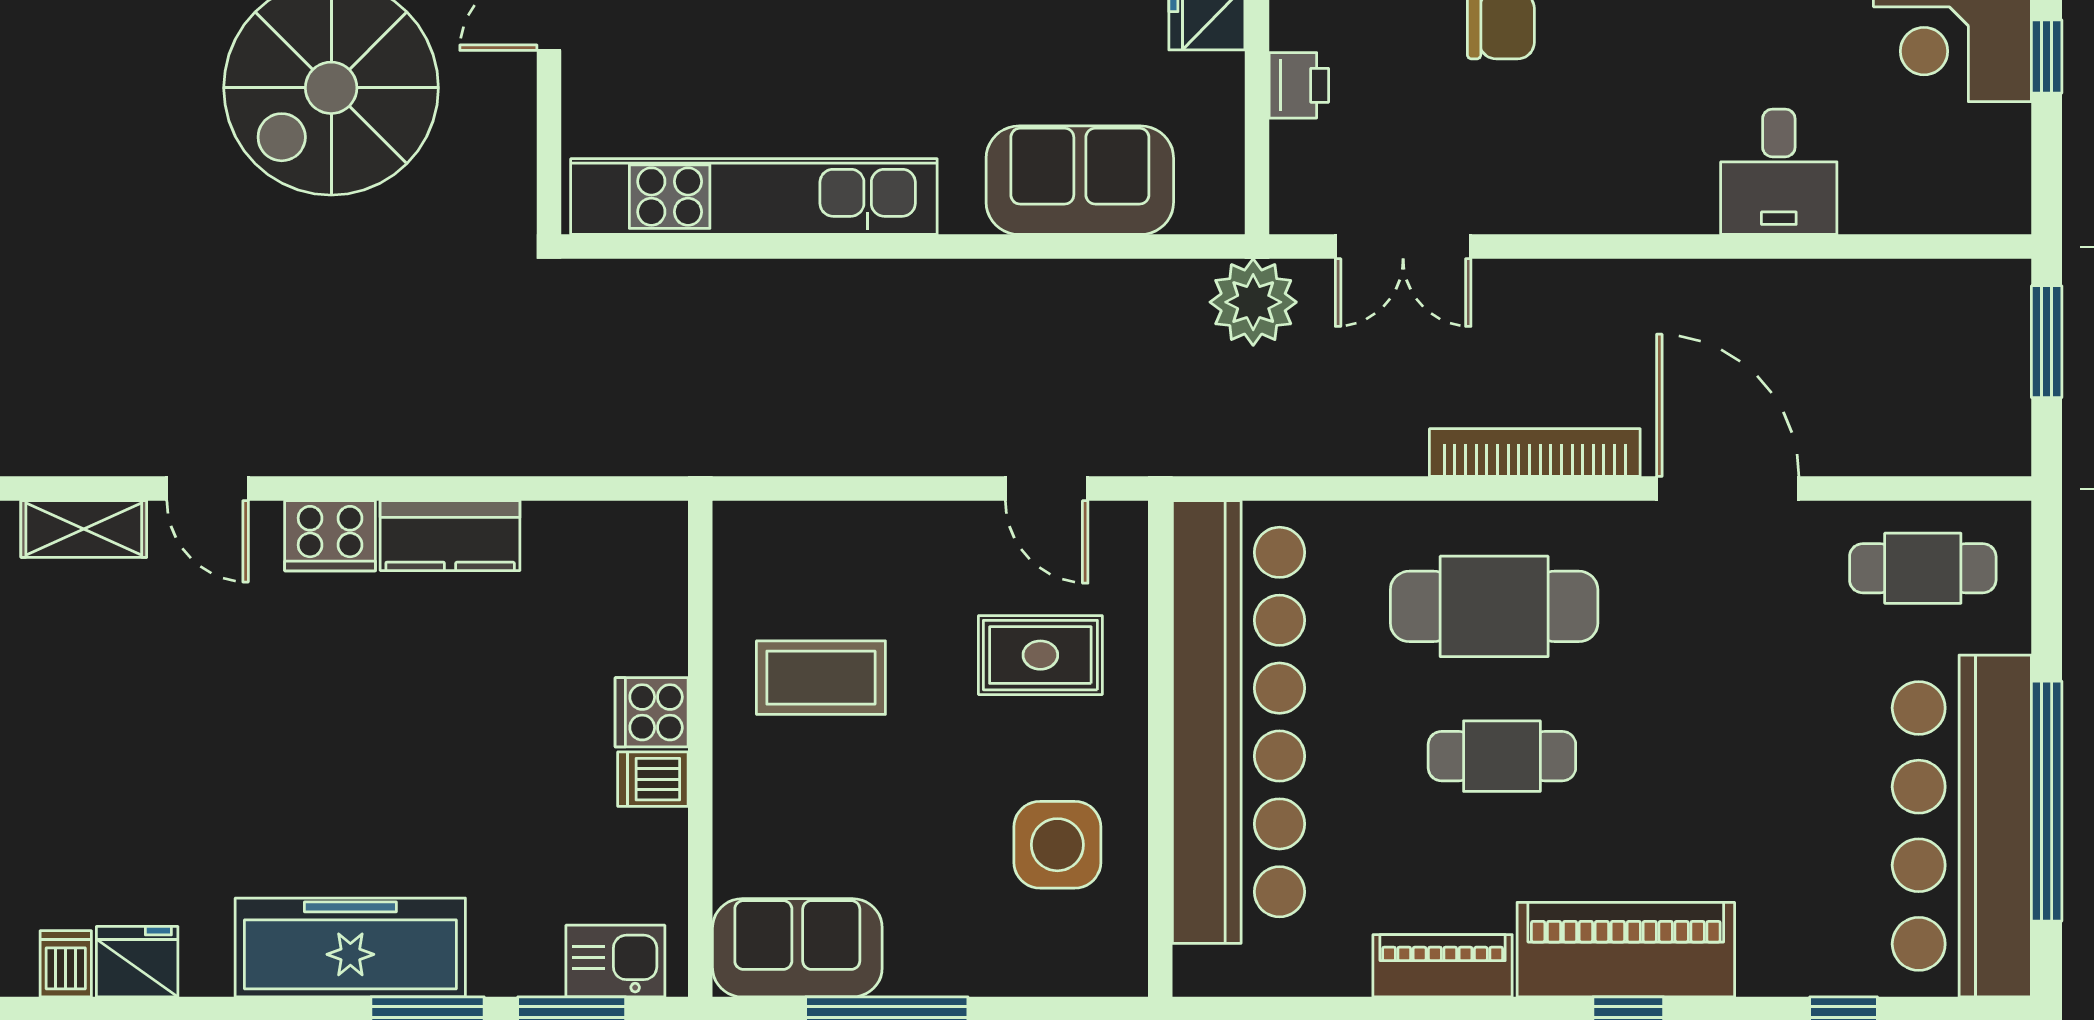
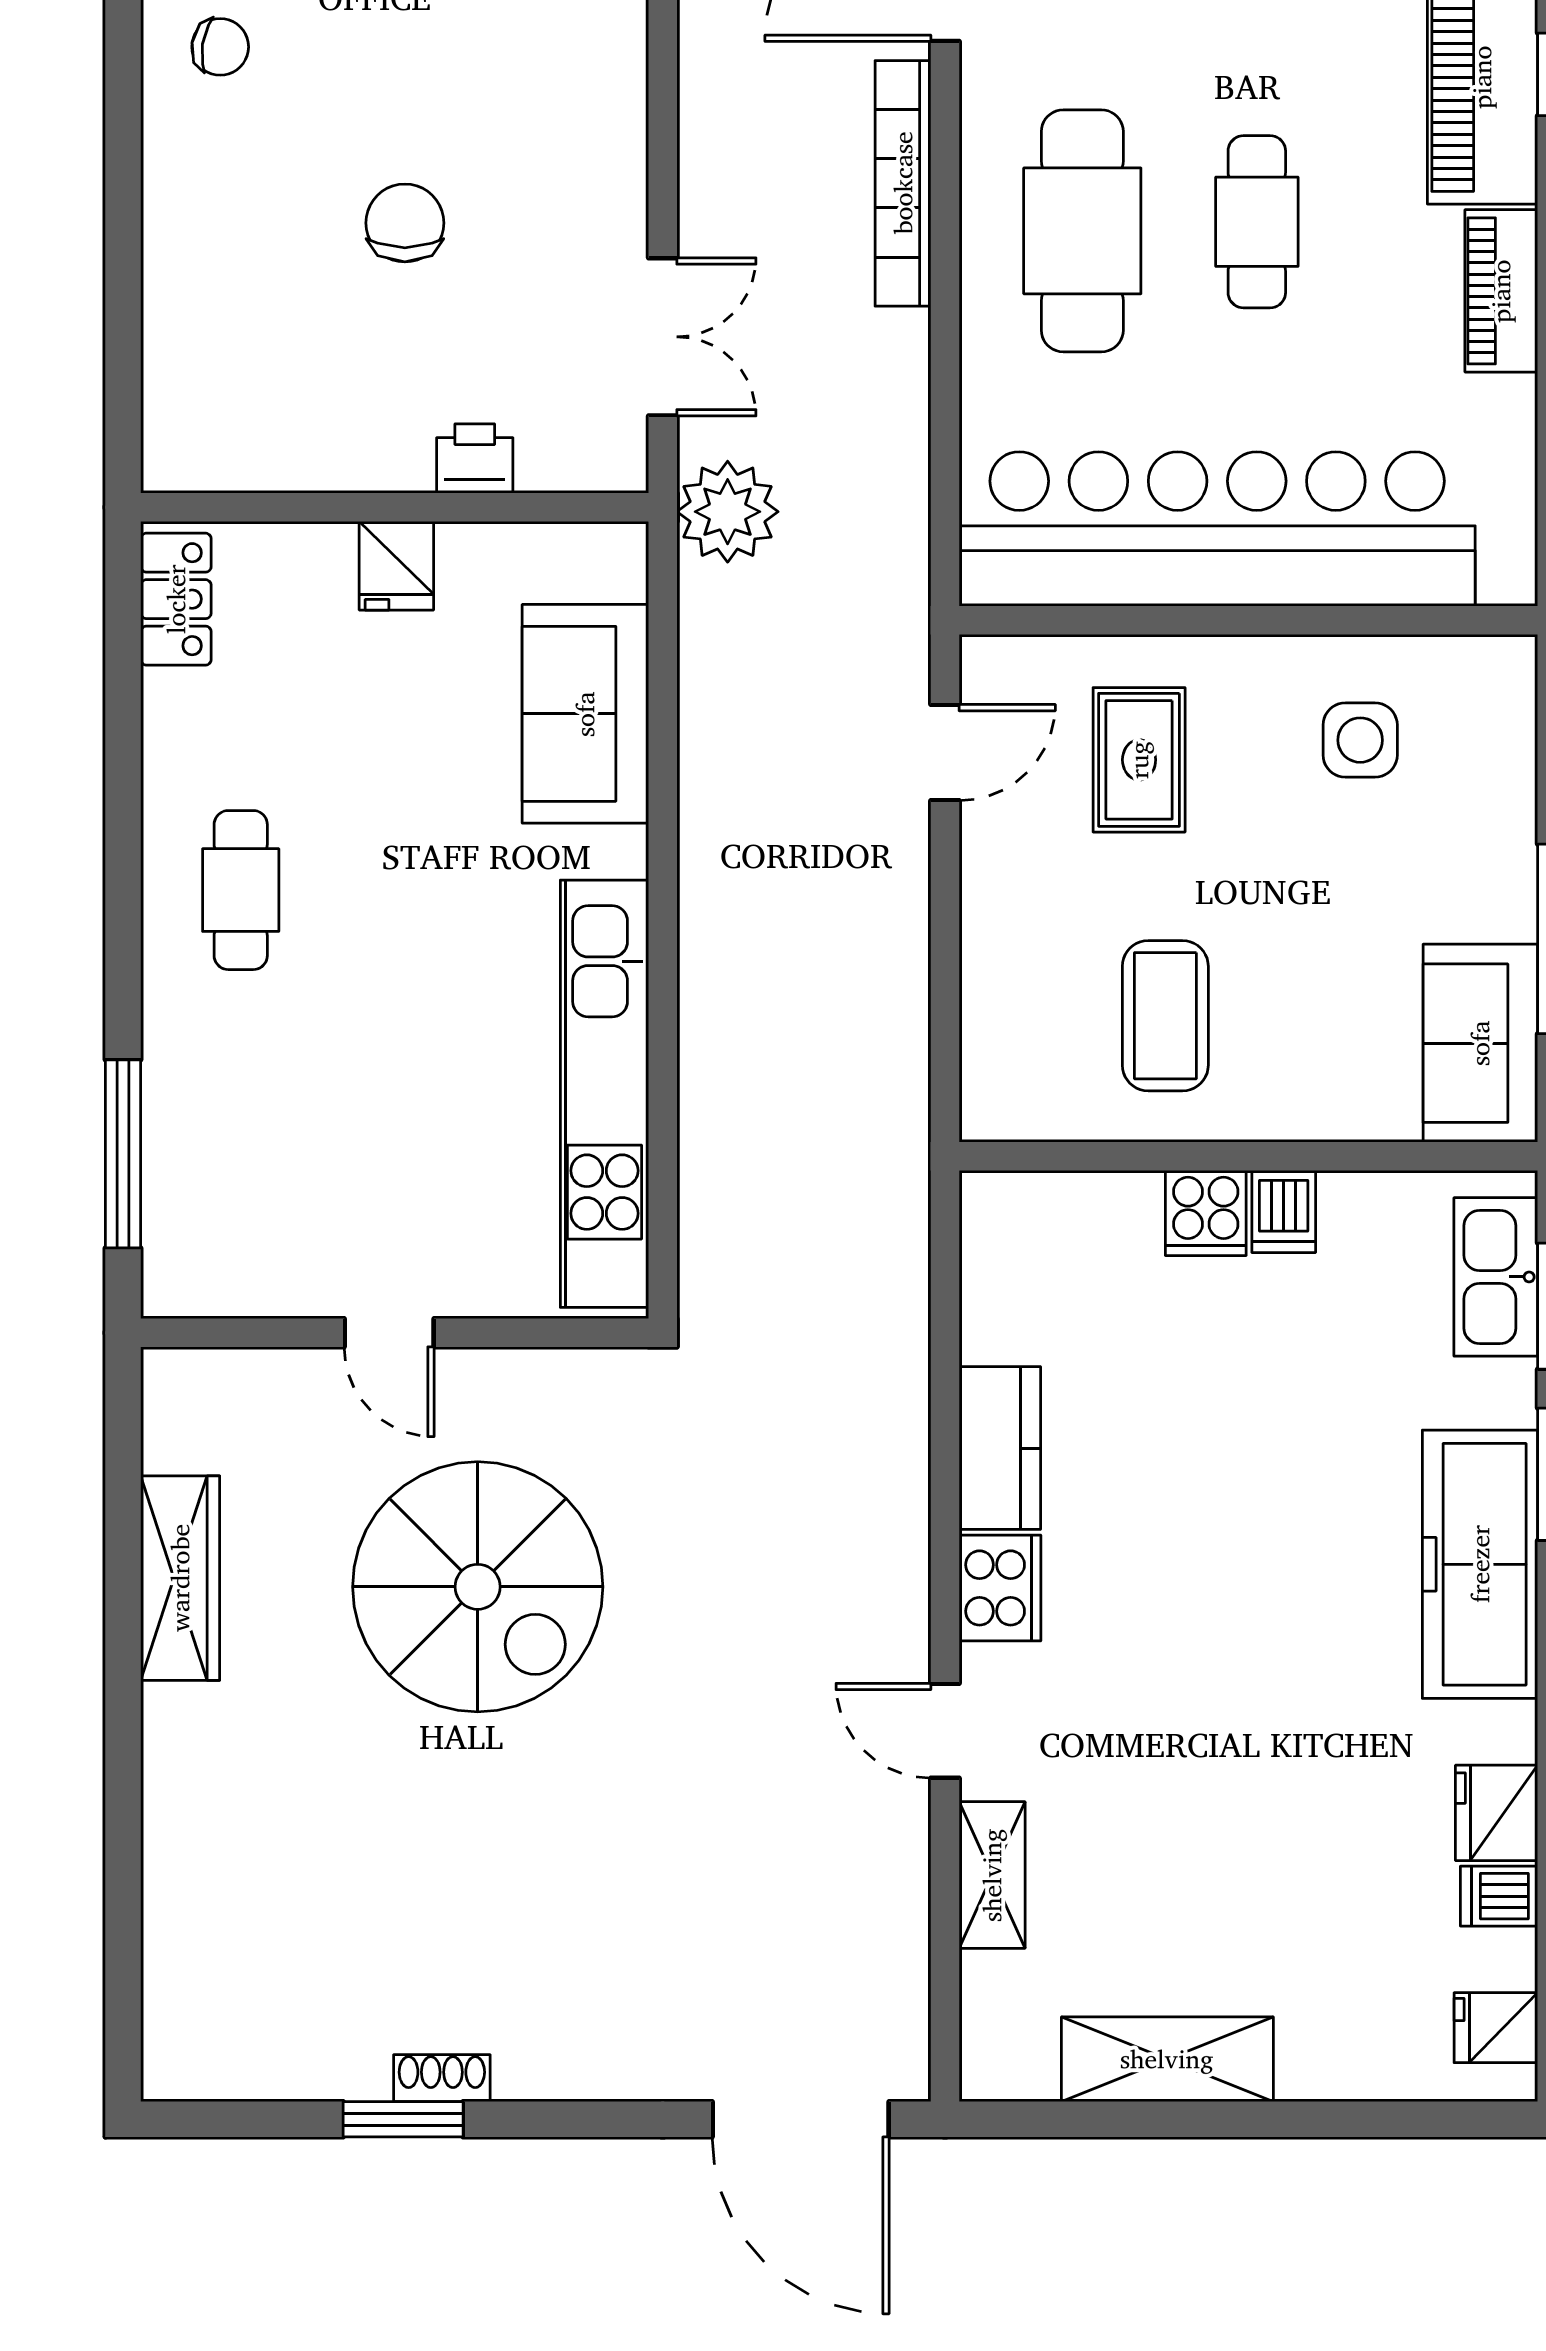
door: (208, 489) -> (945, 1731), swing flipped
side table: (1057, 845) -> (1360, 740), width x0.73, depth x0.73
kitchen sink: (615, 961) -> (1496, 1277), width x1.38

